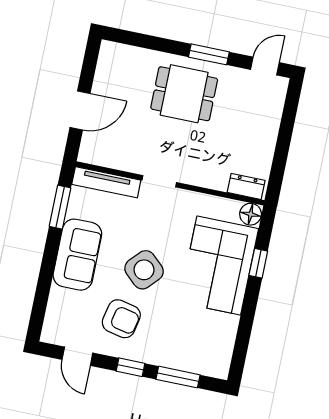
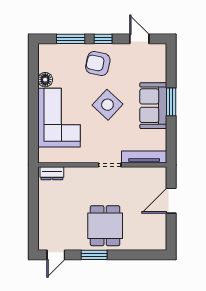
dining table: (184, 94) -> (105, 226), turned 90
window: (60, 207) -> (171, 102), moved
floor lamp: (251, 214) -> (45, 80), moved
window: (258, 263) -> (33, 125), removed
armchair: (121, 319) -> (98, 63), moved

